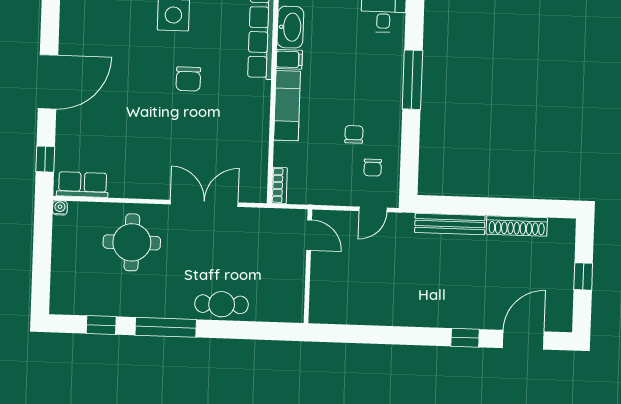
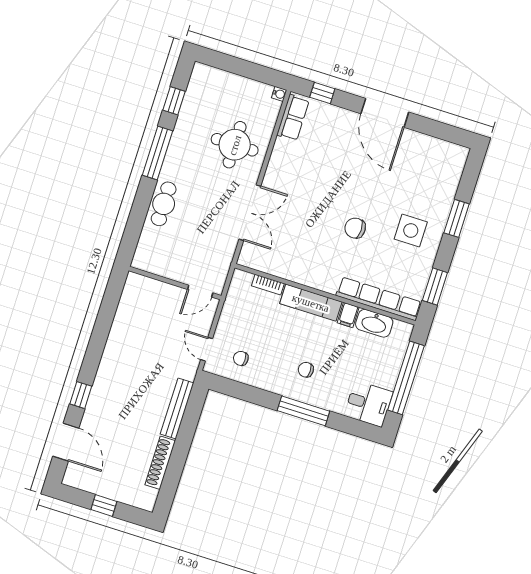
chair: (354, 134) -> (306, 370), moved, turned 180
bookcase: (279, 186) -> (268, 285), moved

